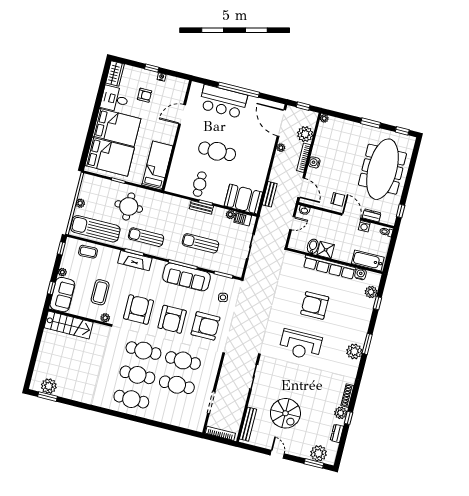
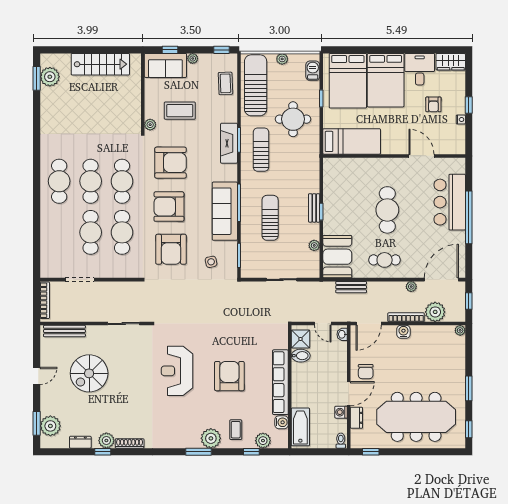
cafe table: (200, 184) -> (385, 260), moved
barbecue: (243, 219) -> (313, 71), moved
shower: (326, 250) -> (300, 339), moved
coffee table: (357, 311) -> (236, 430), added
stairs: (69, 325) -> (100, 64), moved, turned -90
plant: (354, 351) -> (211, 438), moved

